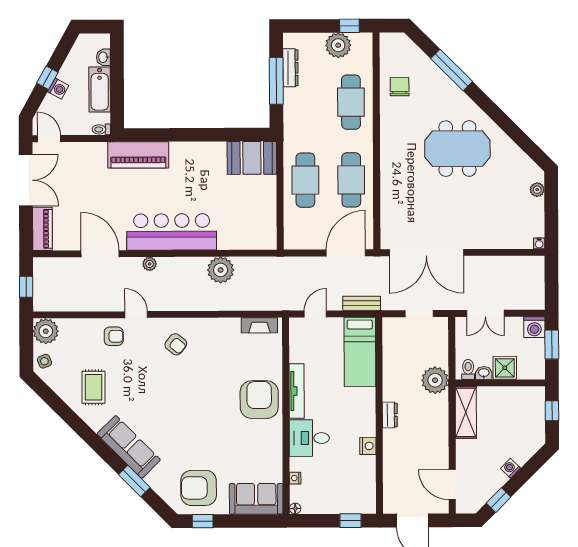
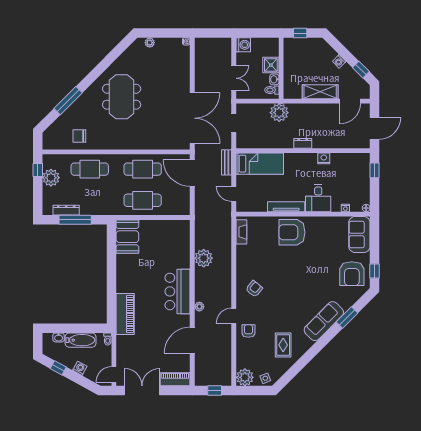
window: (47, 78) -> (58, 368), moved
bar counter: (172, 232) -> (178, 291), width x0.73
window: (552, 345) -> (255, 33), removed
rug: (93, 387) -> (283, 345), turned 90
shelving: (466, 412) -> (320, 92), moved

